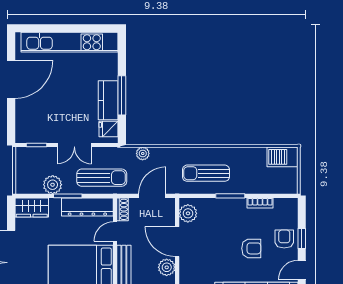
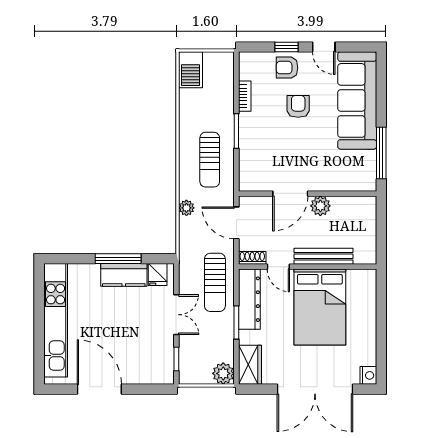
plant: (143, 153) -> (186, 208), moved
sun lounger: (102, 178) -> (215, 282), turned 180
plant: (53, 185) -> (223, 373), moved
plant: (188, 213) -> (257, 181), removed

